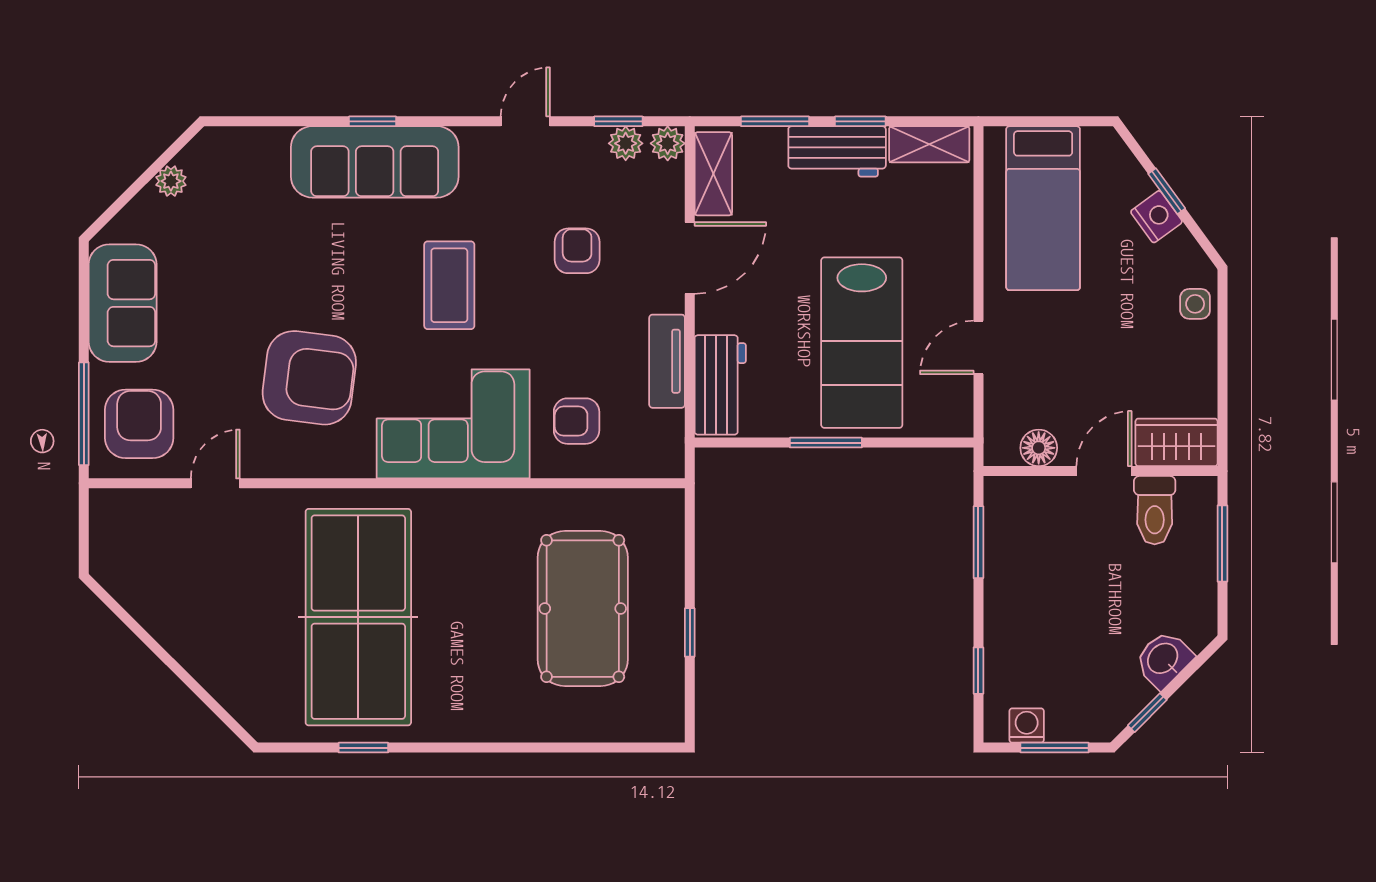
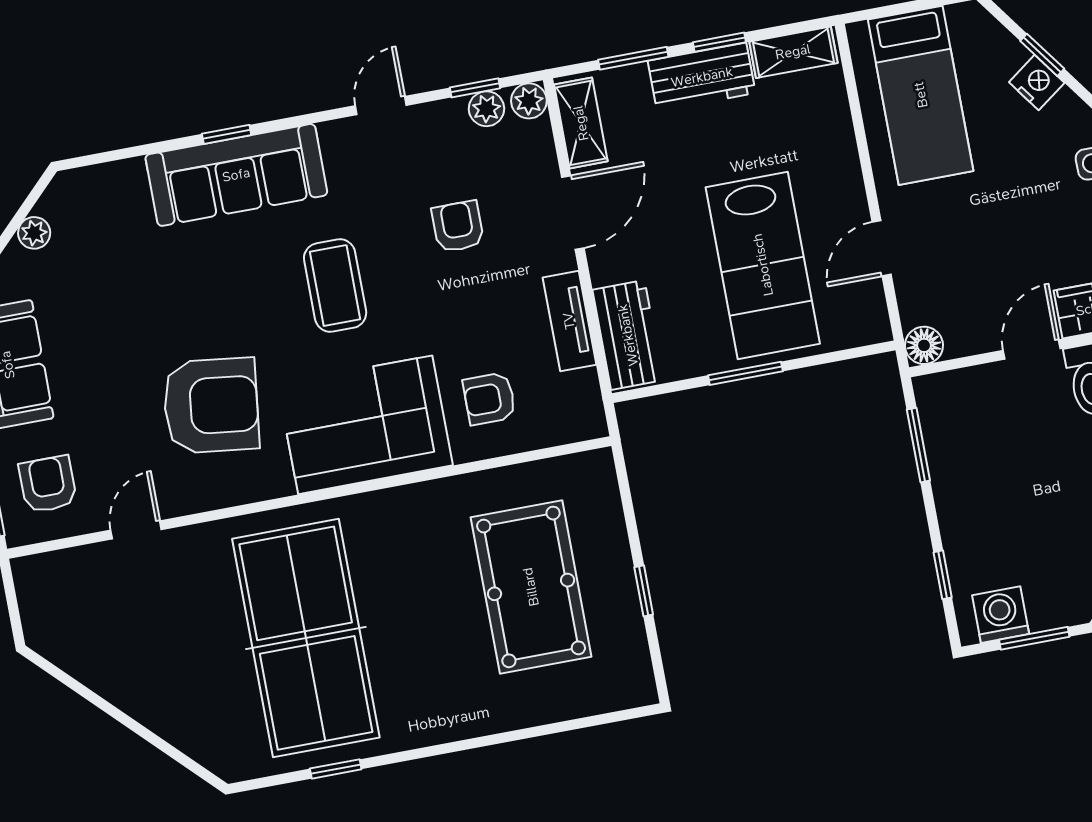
armchair: (139, 424) -> (48, 484), width x0.72, depth x0.72
floor lamp: (1039, 448) -> (924, 345), moved
washing machine: (1027, 725) -> (1001, 615), width x1.38, depth x1.38

